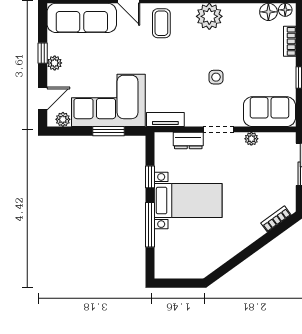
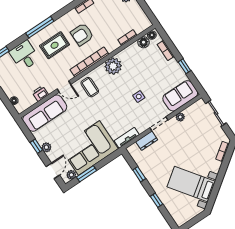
window: (108, 131) -> (86, 174), moved
bed with nightstands: (188, 200) -> (191, 184), moved, turned -126
window: (150, 225) -> (157, 200), width x0.46

